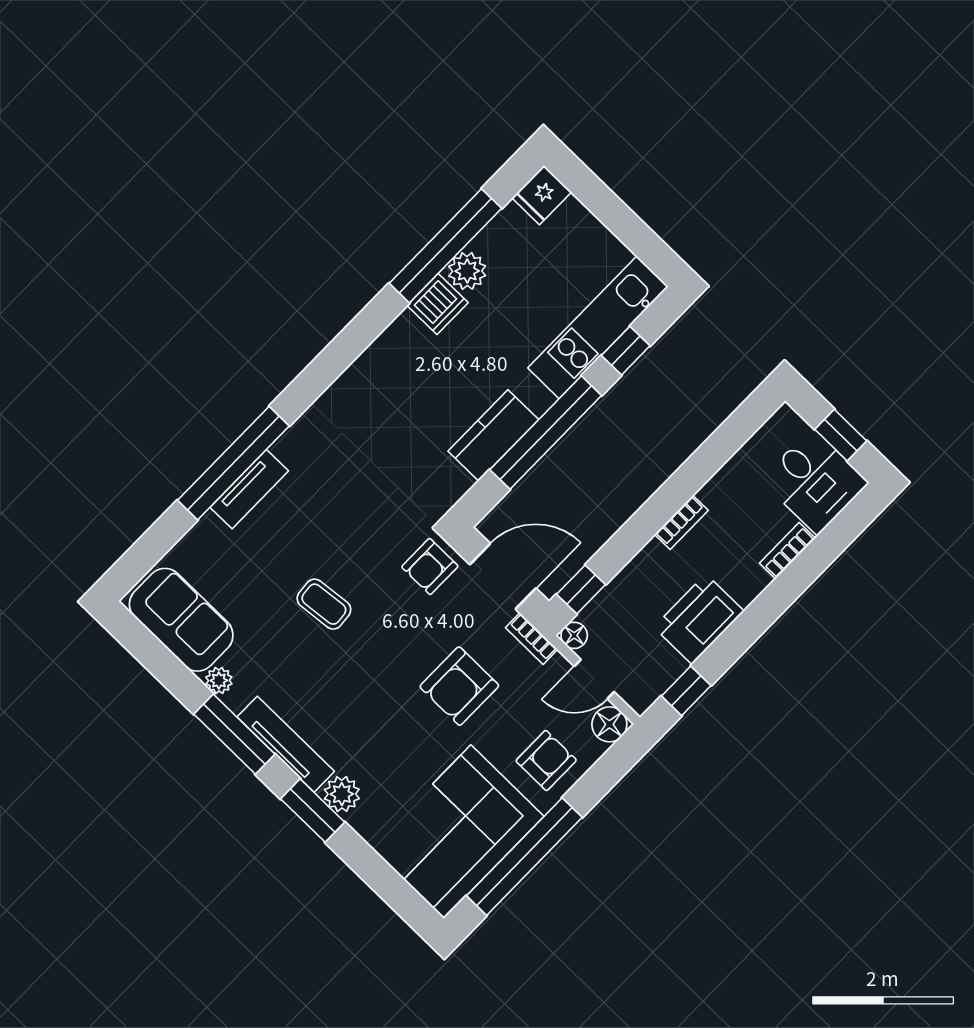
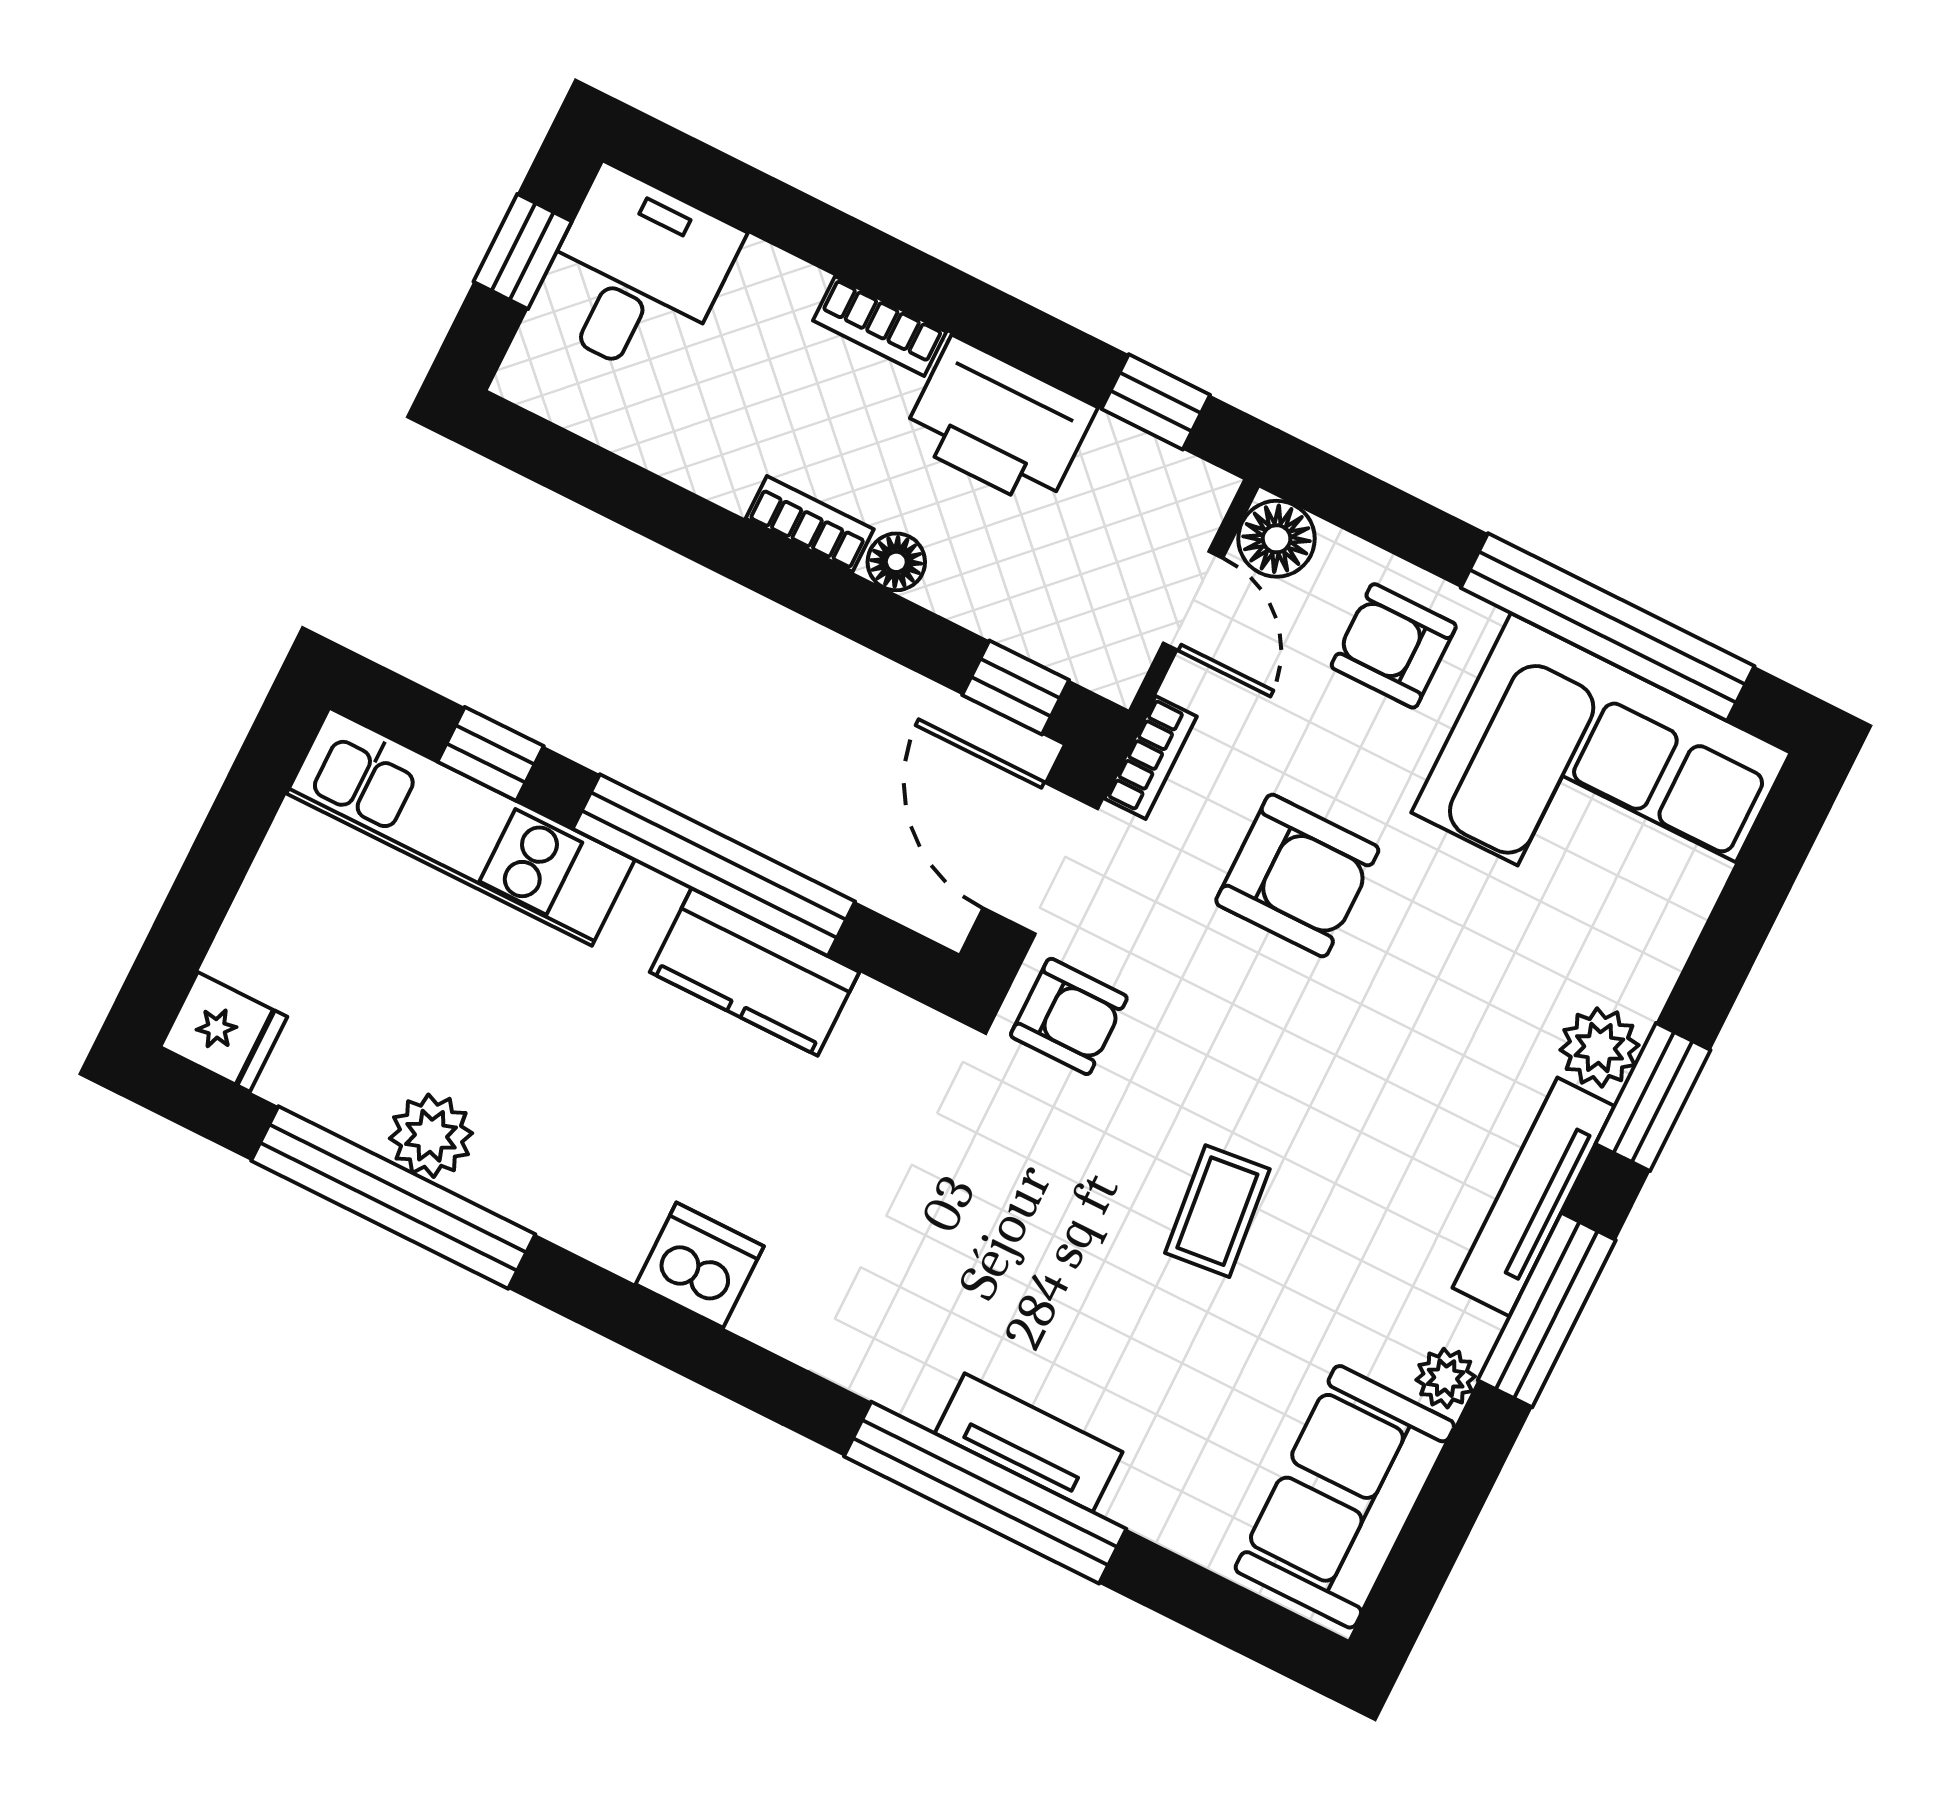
dishwasher: (438, 304) -> (700, 1265), moved
bookcase: (787, 551) -> (880, 326), moved
floor lamp: (574, 635) -> (896, 562), moved

